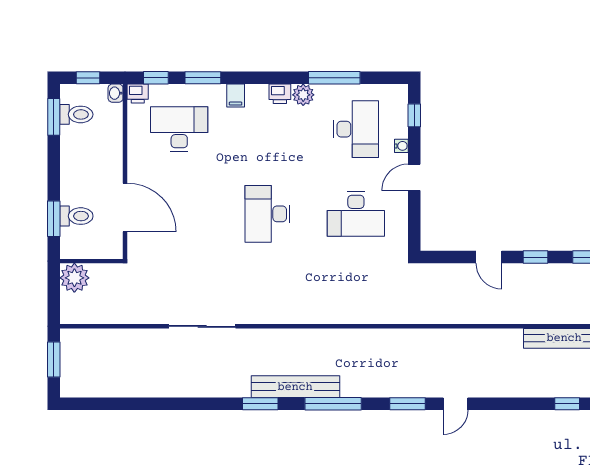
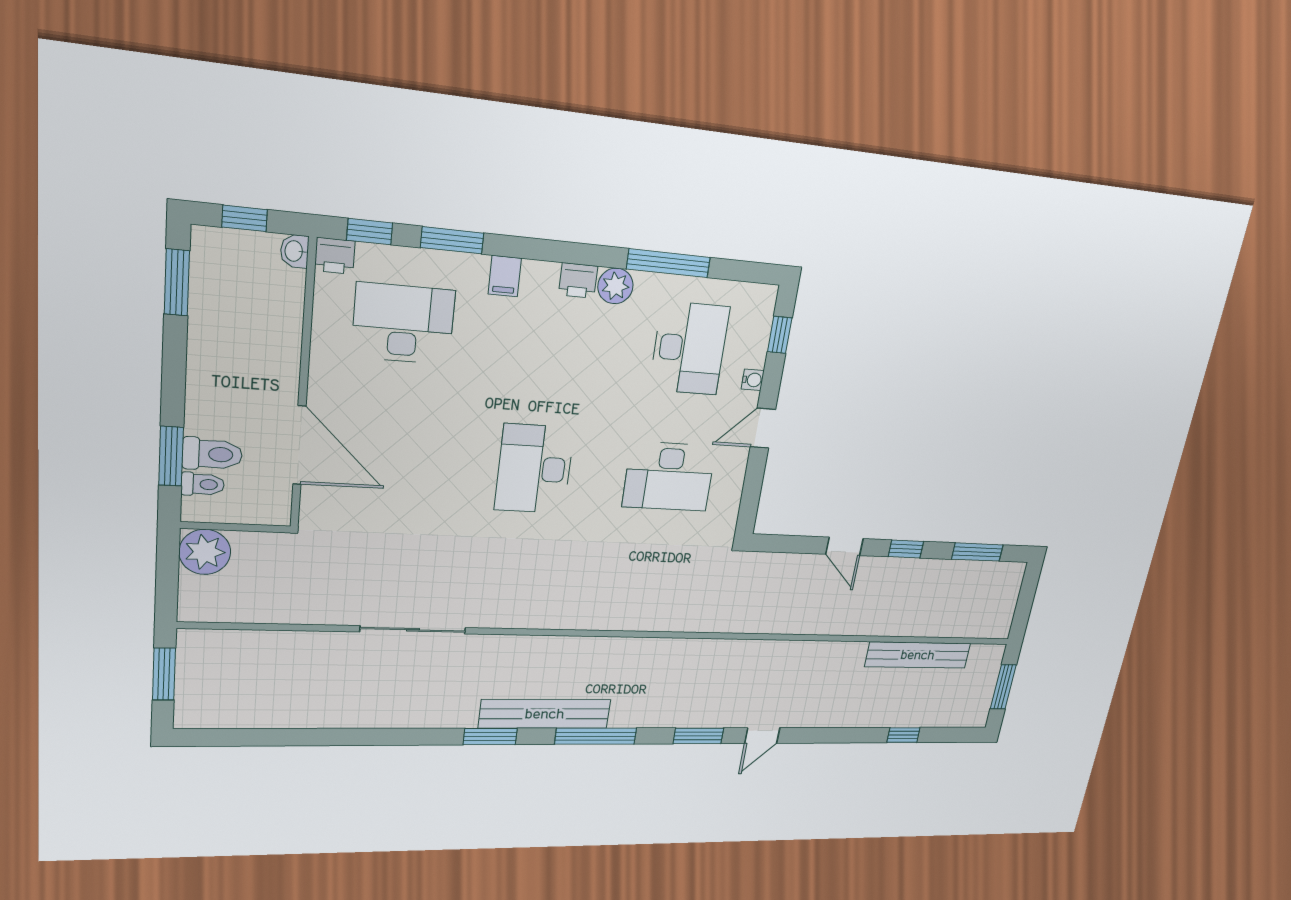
toilet: (76, 114) -> (203, 484), moved, width x0.73, depth x0.72

